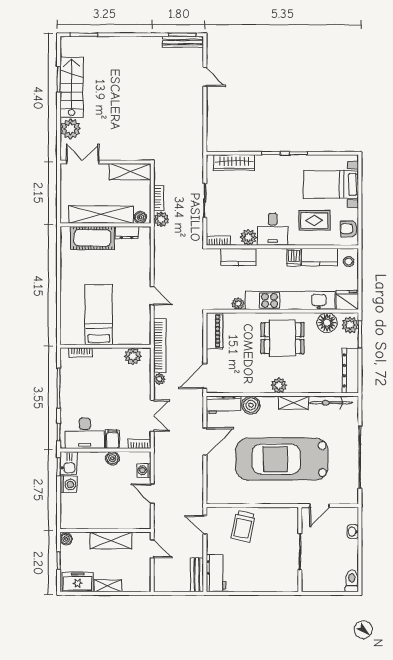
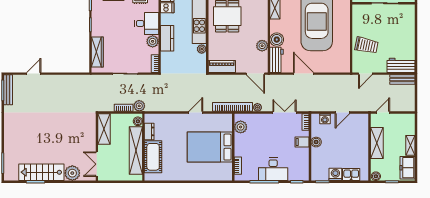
kitchen counter: (238, 257) -> (167, 38), moved
bed: (99, 315) -> (210, 147), width x1.50
plant: (279, 385) -> (262, 46), moved
desk: (85, 433) -> (273, 169), moved, turned 90
kitchen sink: (69, 463) -> (351, 174), moved

